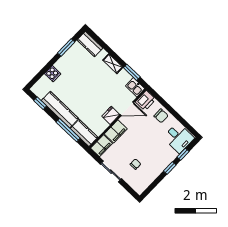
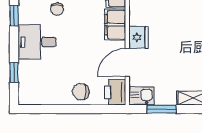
desk: (179, 138) -> (37, 42), moved
window: (170, 168) -> (14, 16), moved

